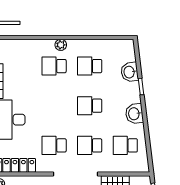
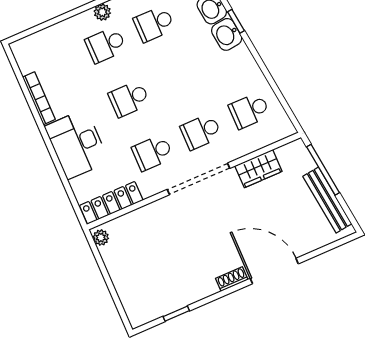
school desk: (90, 106) -> (129, 99), moved
washbasin: (134, 114) -> (227, 34), moved

